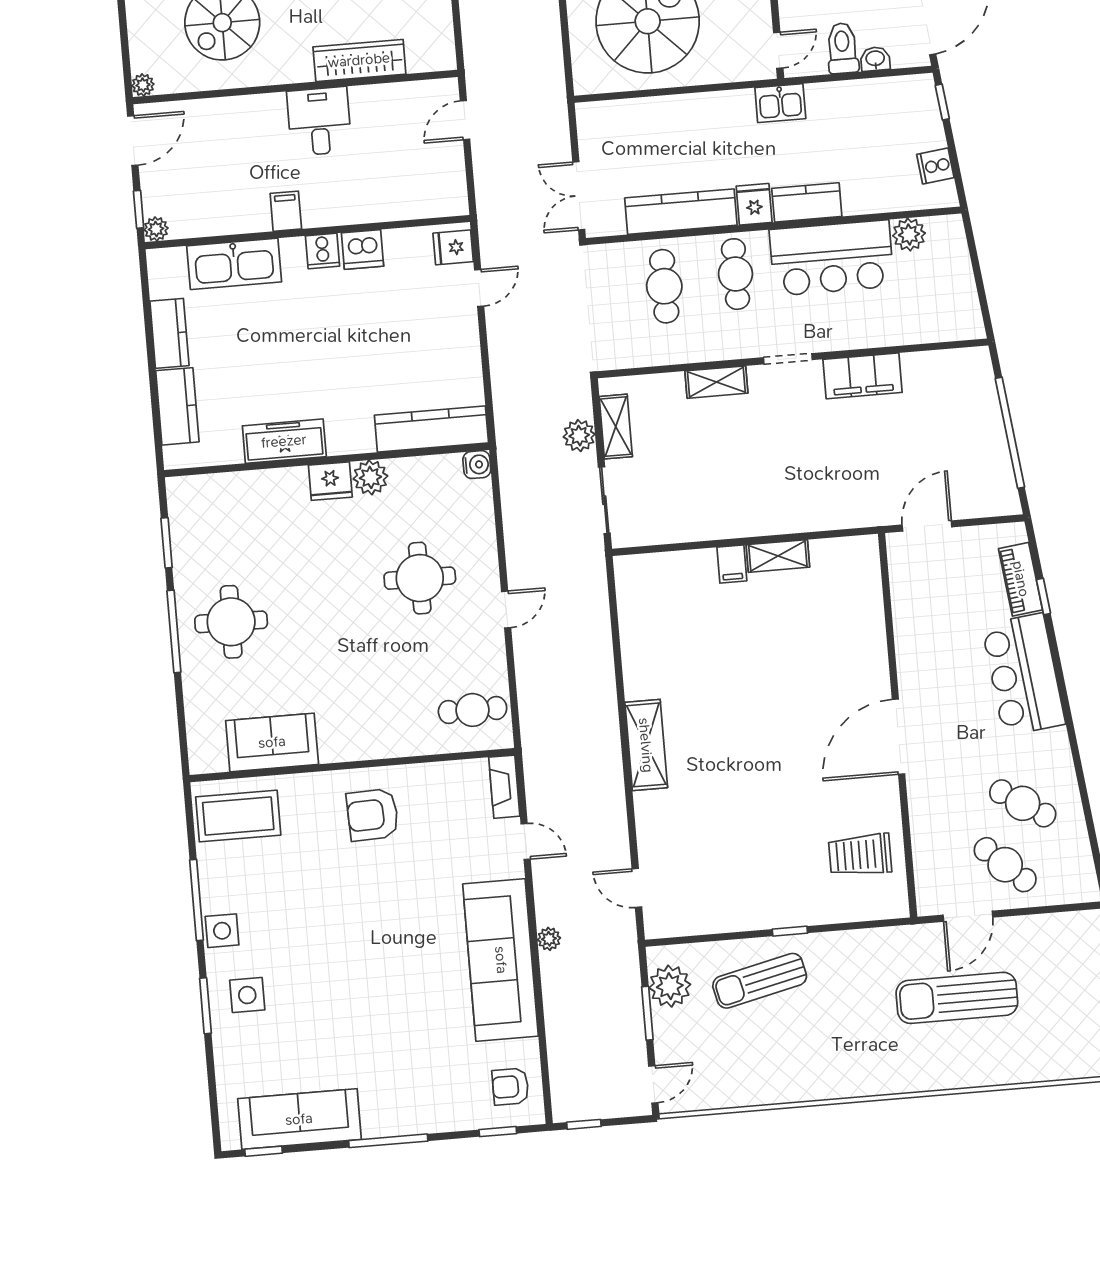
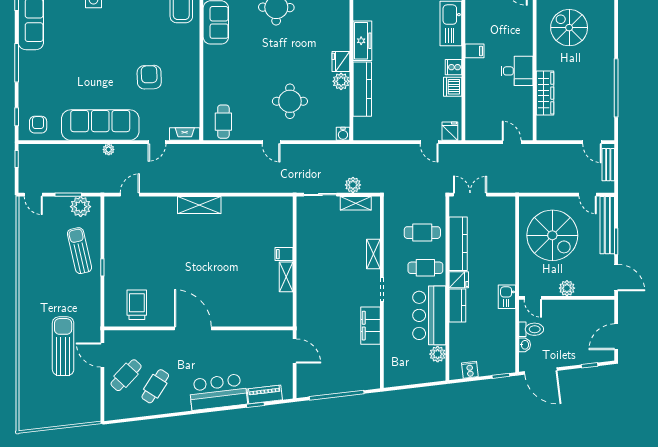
kitchen counter: (431, 429) -> (362, 89), moved
armchair: (373, 815) -> (149, 77), moved

